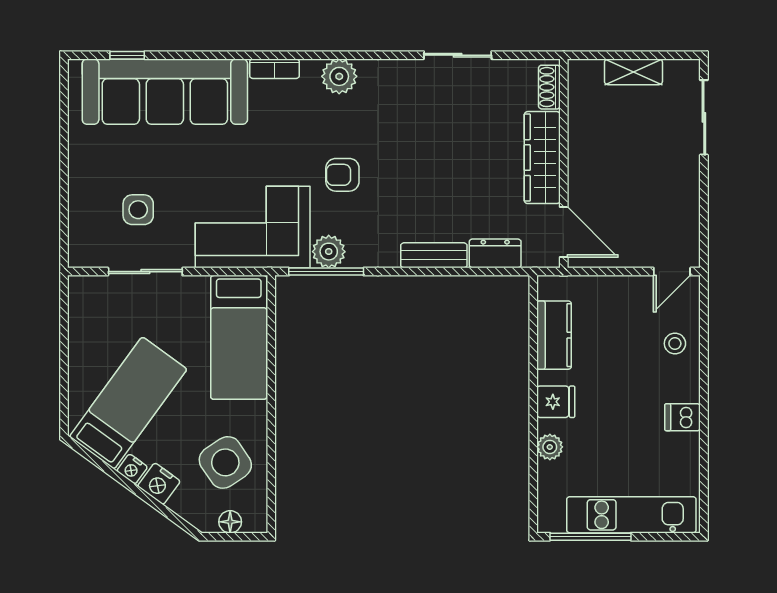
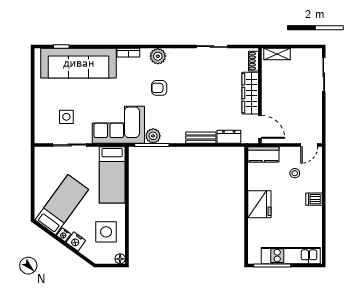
shelving: (633, 72) -> (277, 54), moved
armchair: (342, 175) -> (159, 88), moved
kitchen counter: (554, 335) -> (263, 154), moved, turned 90
stool: (675, 344) -> (295, 173), moved
fridge: (556, 402) -> (259, 204), width x1.88, depth x1.34
dishwasher: (683, 417) -> (314, 199), moved
plant: (550, 447) -> (254, 225), removed
side table: (225, 462) -> (106, 232), turned 34
floor lamp: (230, 522) -> (120, 259), moved

